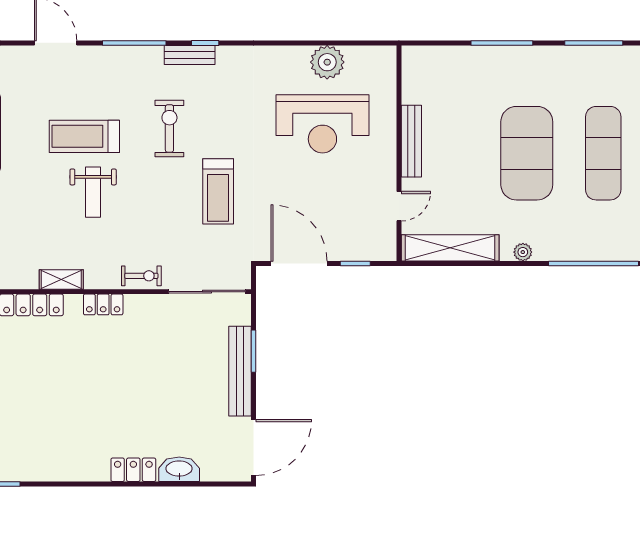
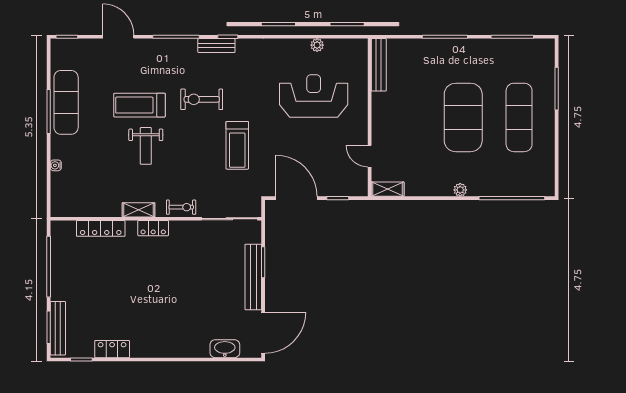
plant: (327, 62) -> (317, 45), width x0.53, depth x0.53
reception desk: (322, 124) -> (314, 96), turned 180
exercise bike: (169, 128) -> (202, 99), turned -90
bench: (411, 141) -> (379, 65), moved
door: (399, 206) -> (370, 156), swing flipped
shelving: (450, 248) -> (388, 189), width x0.45, depth x0.75
shelving: (61, 279) -> (139, 210), moved
washbasin: (179, 469) -> (225, 349), moved
locker: (133, 470) -> (112, 349), moved

